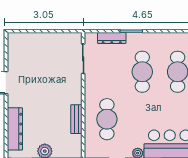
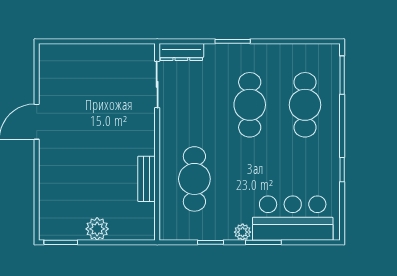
dresser: (112, 38) -> (181, 52), moved
dresser: (15, 129) -> (50, 194), removed

